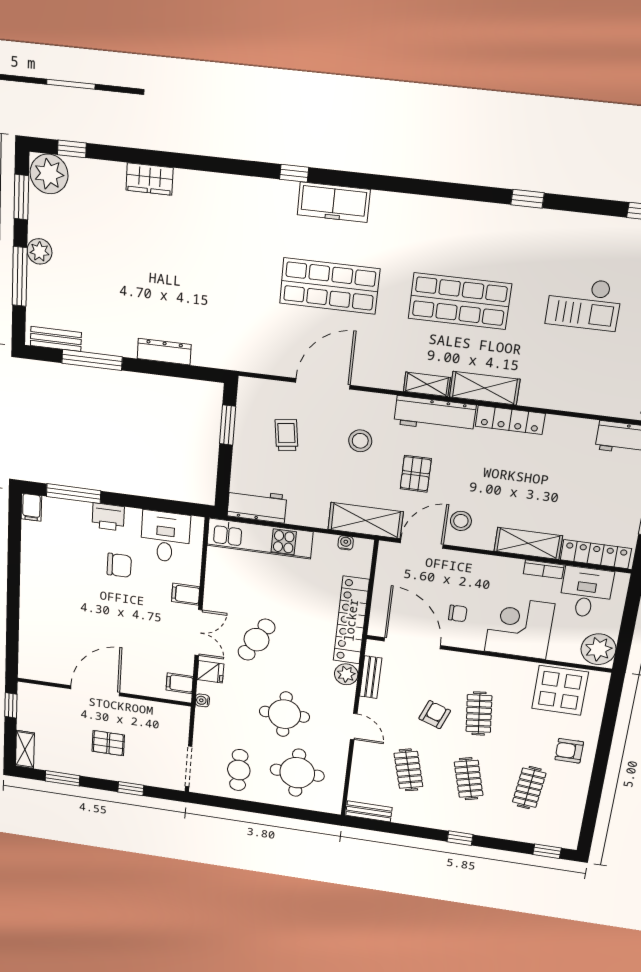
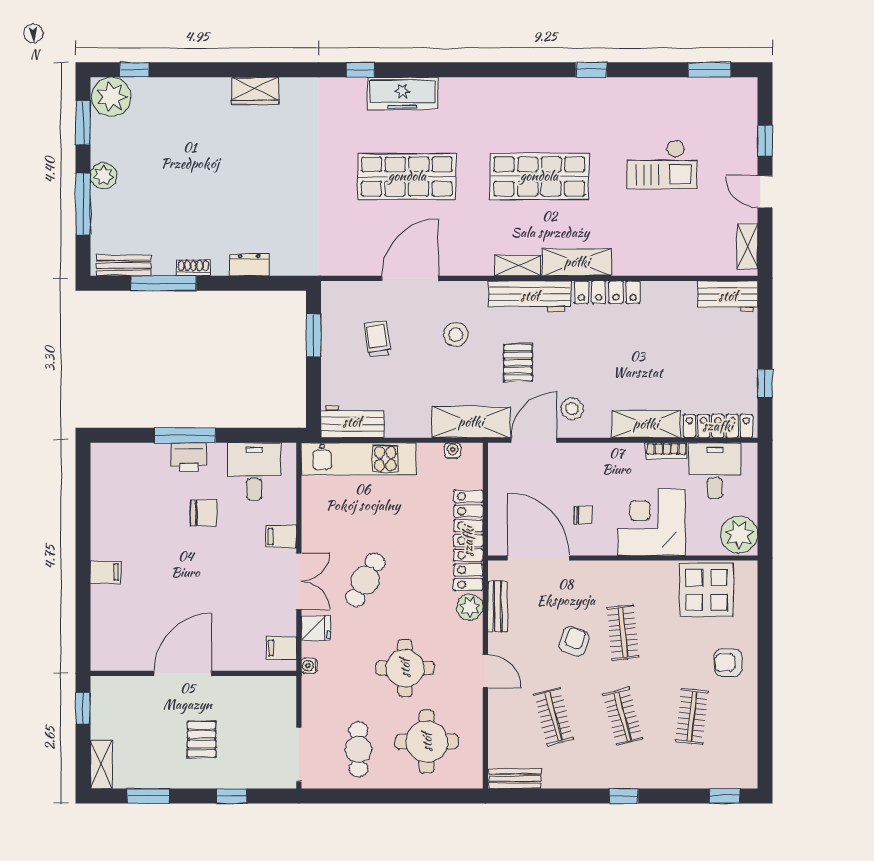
wardrobe: (150, 179) -> (255, 91), moved
shoe rack: (120, 349) -> (193, 268), added
dresser: (164, 352) -> (249, 265), width x0.70
window: (74, 494) -> (185, 435), moved
filing cabinet: (31, 507) -> (106, 572), moved, turned -90
pallet: (108, 743) -> (202, 739), turned 90

